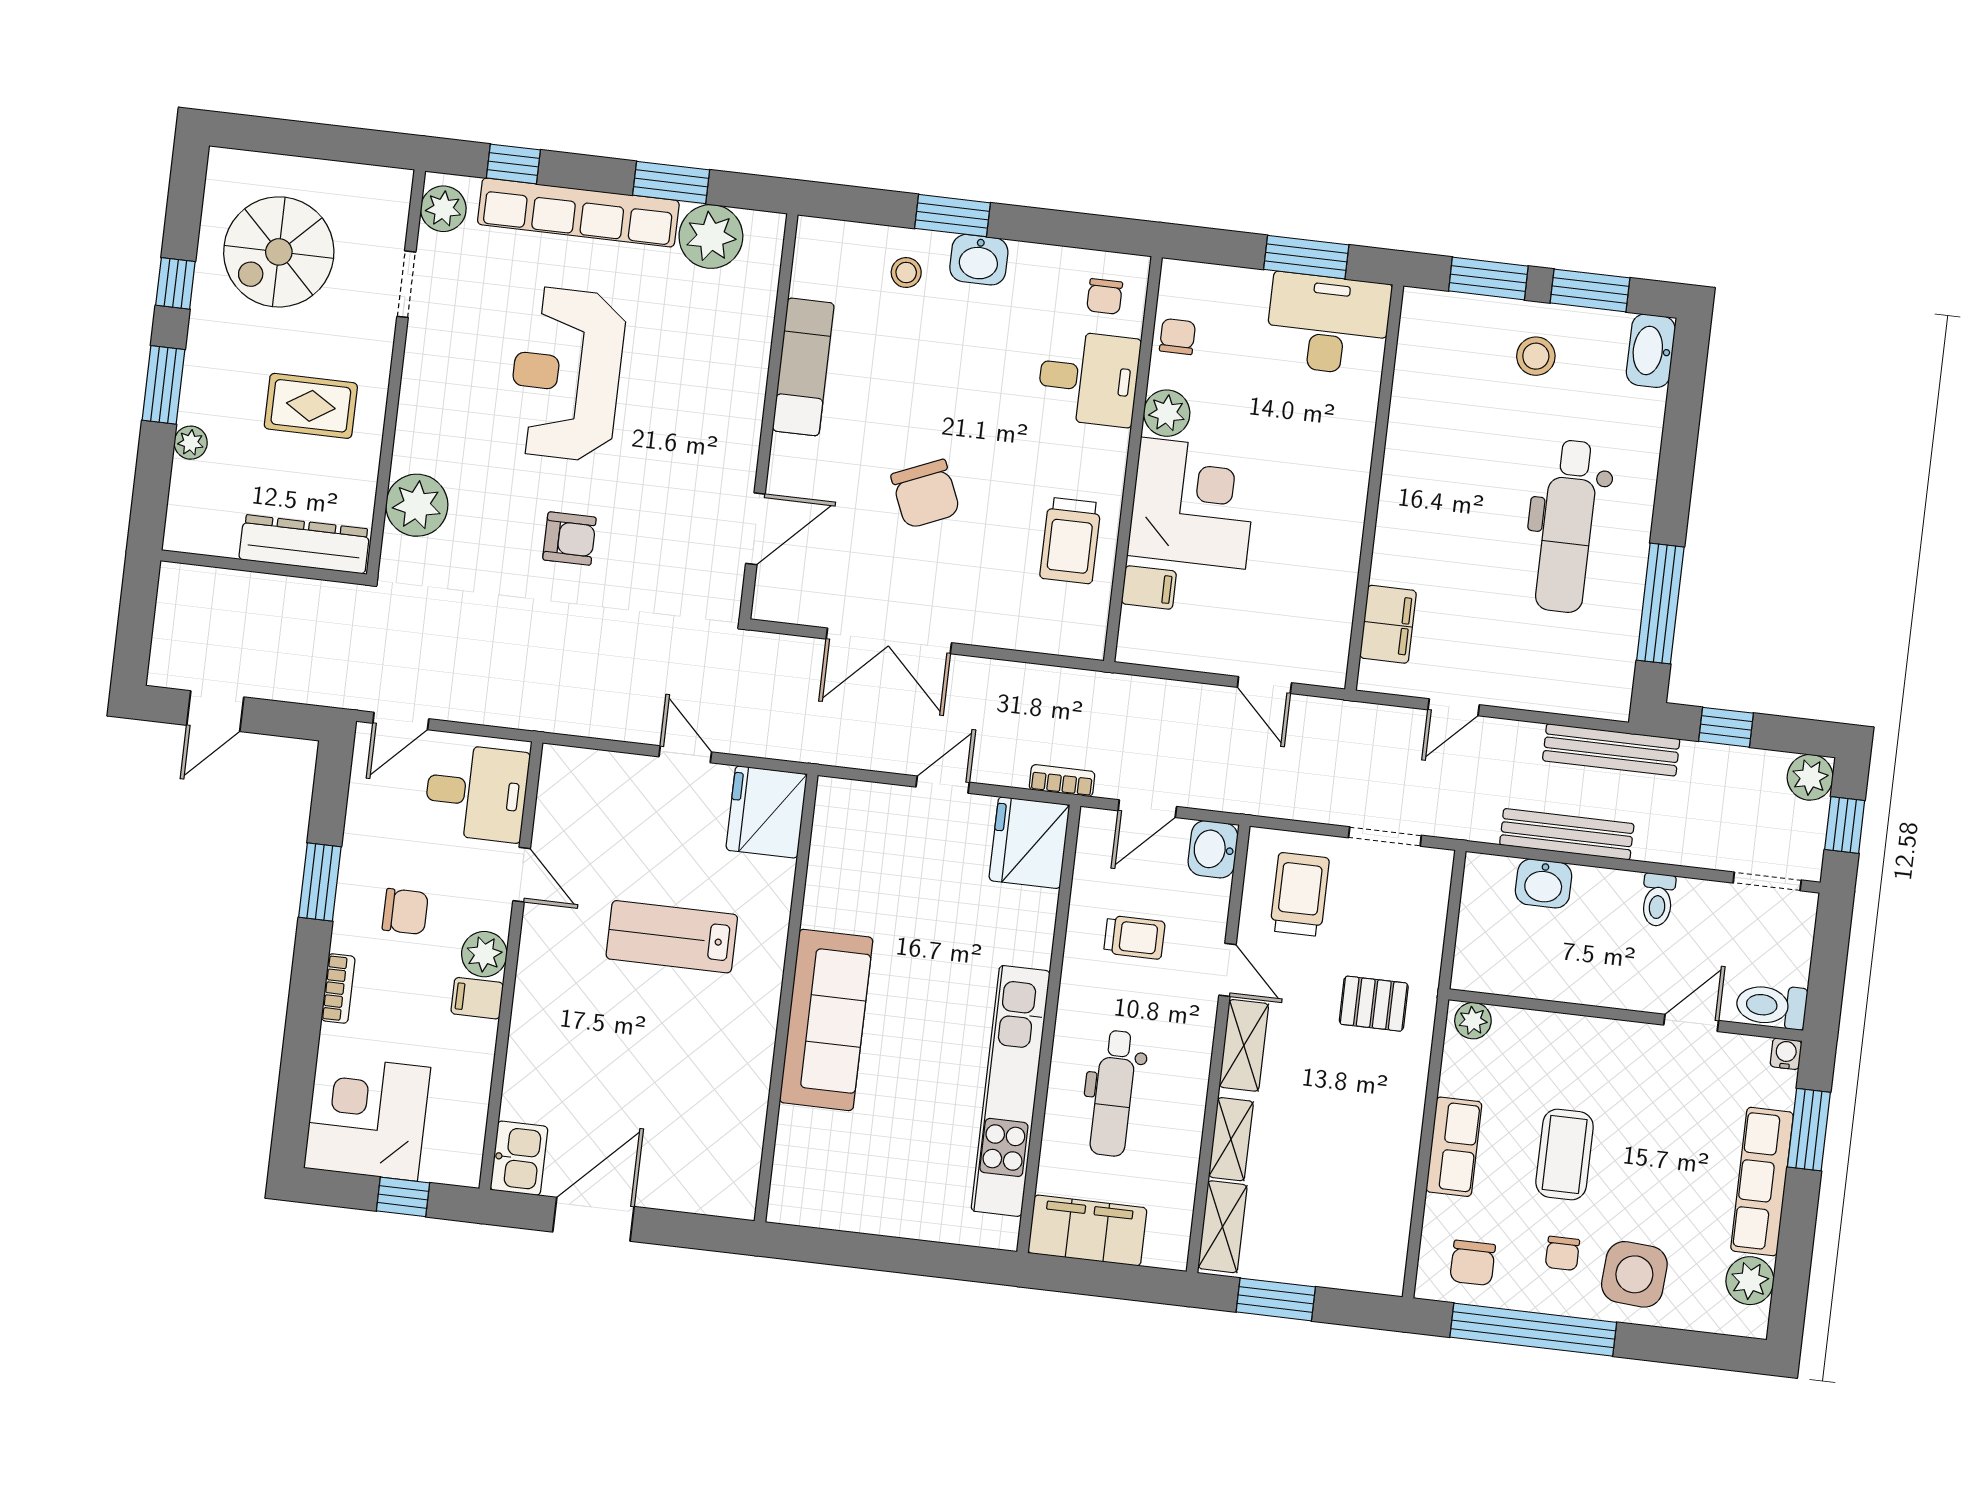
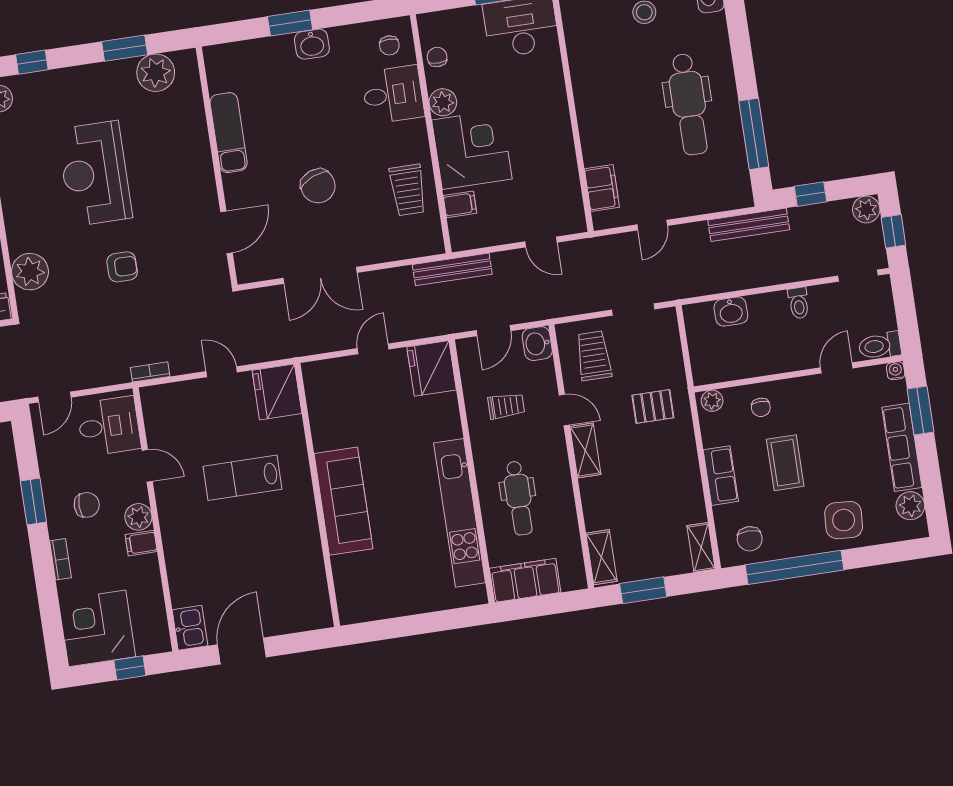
row of seats: (578, 212) -> (76, 80), removed
stool: (906, 273) -> (273, 63), removed
bookcase: (1062, 781) -> (150, 372), moved
bench: (1567, 834) -> (452, 269), moved
shelving: (1231, 1139) -> (701, 547), moved
chair: (1562, 1253) -> (761, 407), moved

